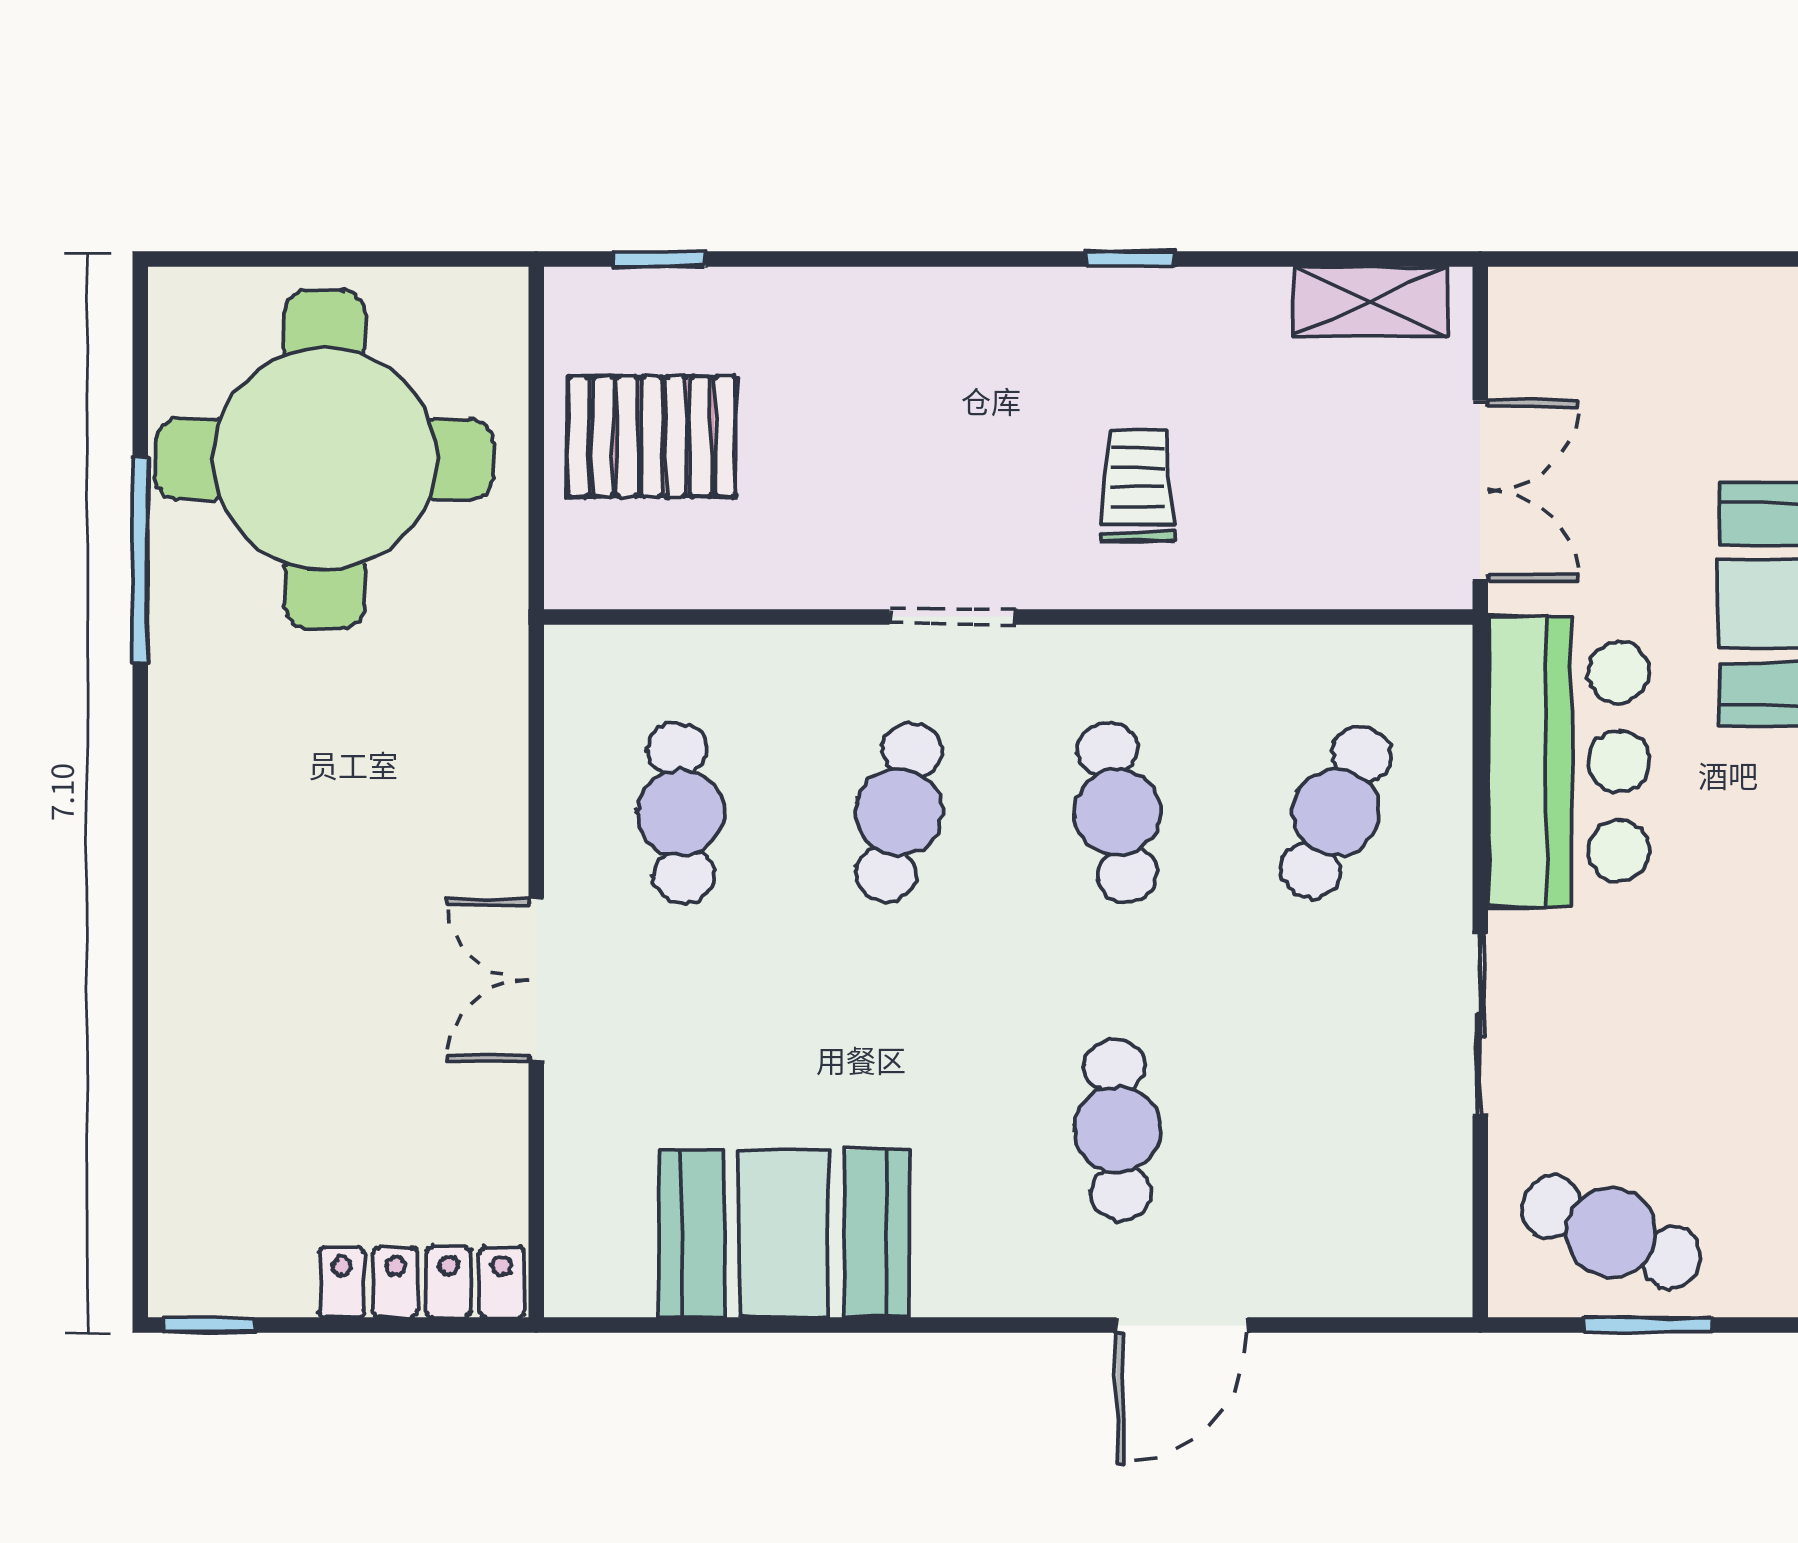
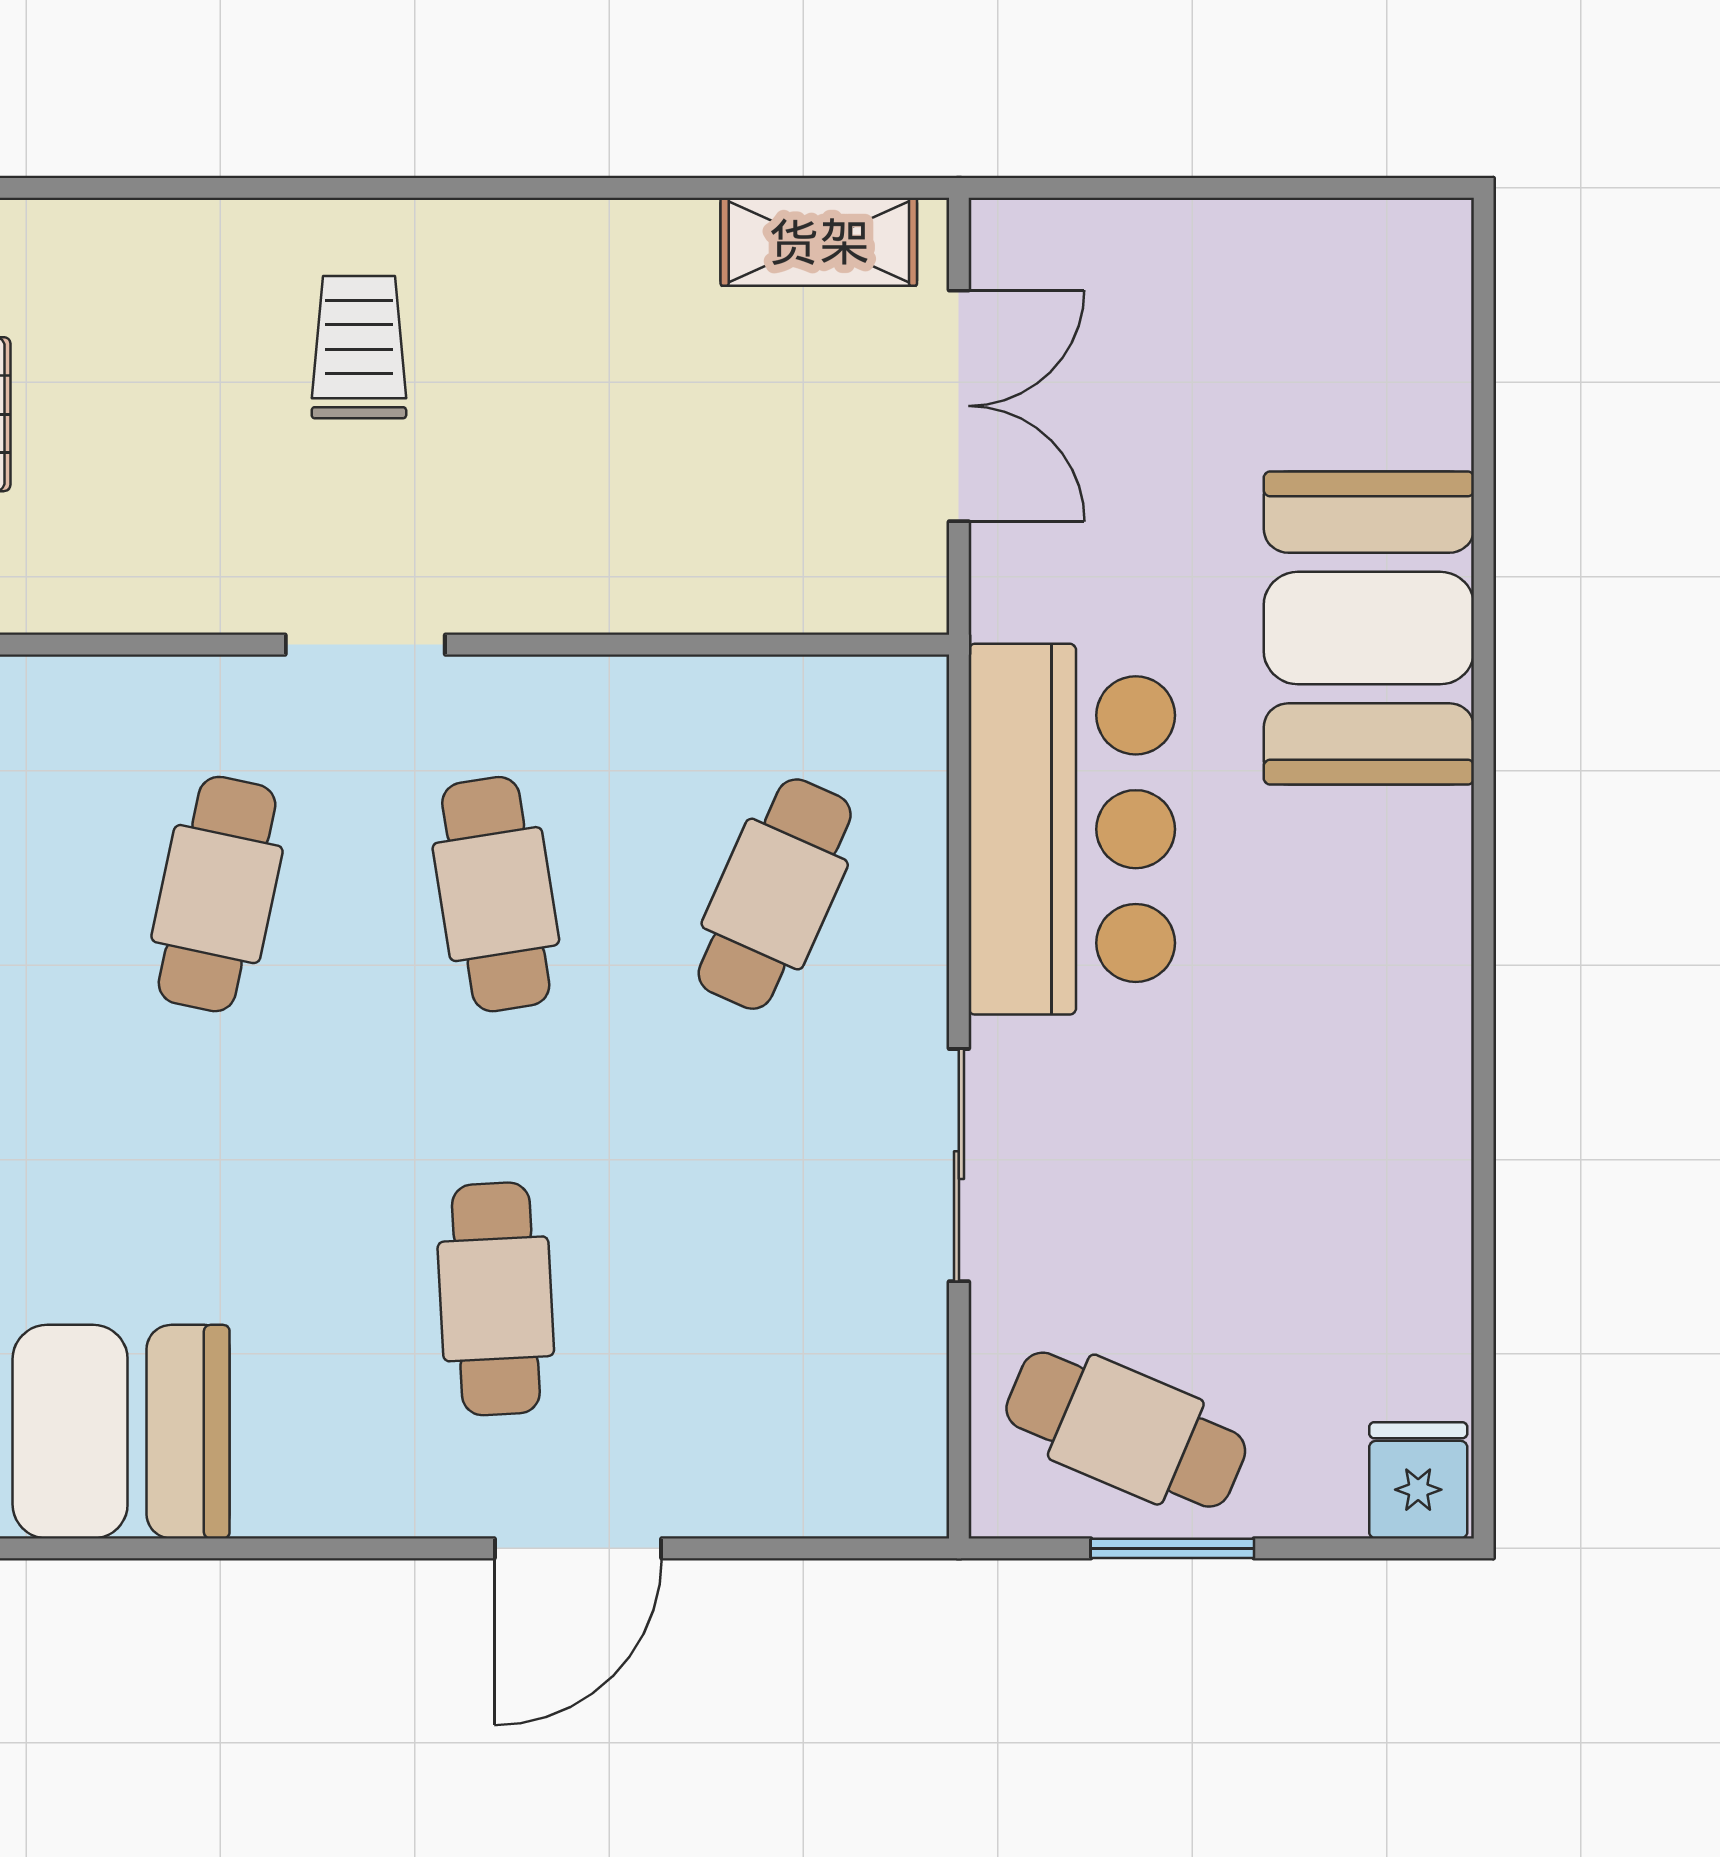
window: (1130, 259) -> (512, 188), removed
trolley: (1138, 485) -> (359, 347), moved
double door: (1480, 491) -> (959, 406), moved
doorway: (952, 617) -> (365, 645), moved

